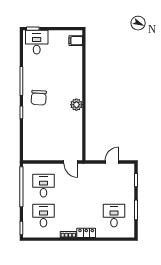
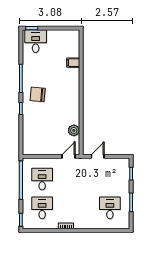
filing cabinet: (76, 41) -> (73, 63), moved
chair: (39, 98) -> (38, 94), turned 91
plant: (76, 105) -> (74, 130), moved
door: (71, 162) -> (68, 156), swing flipped
door: (112, 162) -> (98, 156), moved
locker: (86, 233) -> (83, 224), removed

